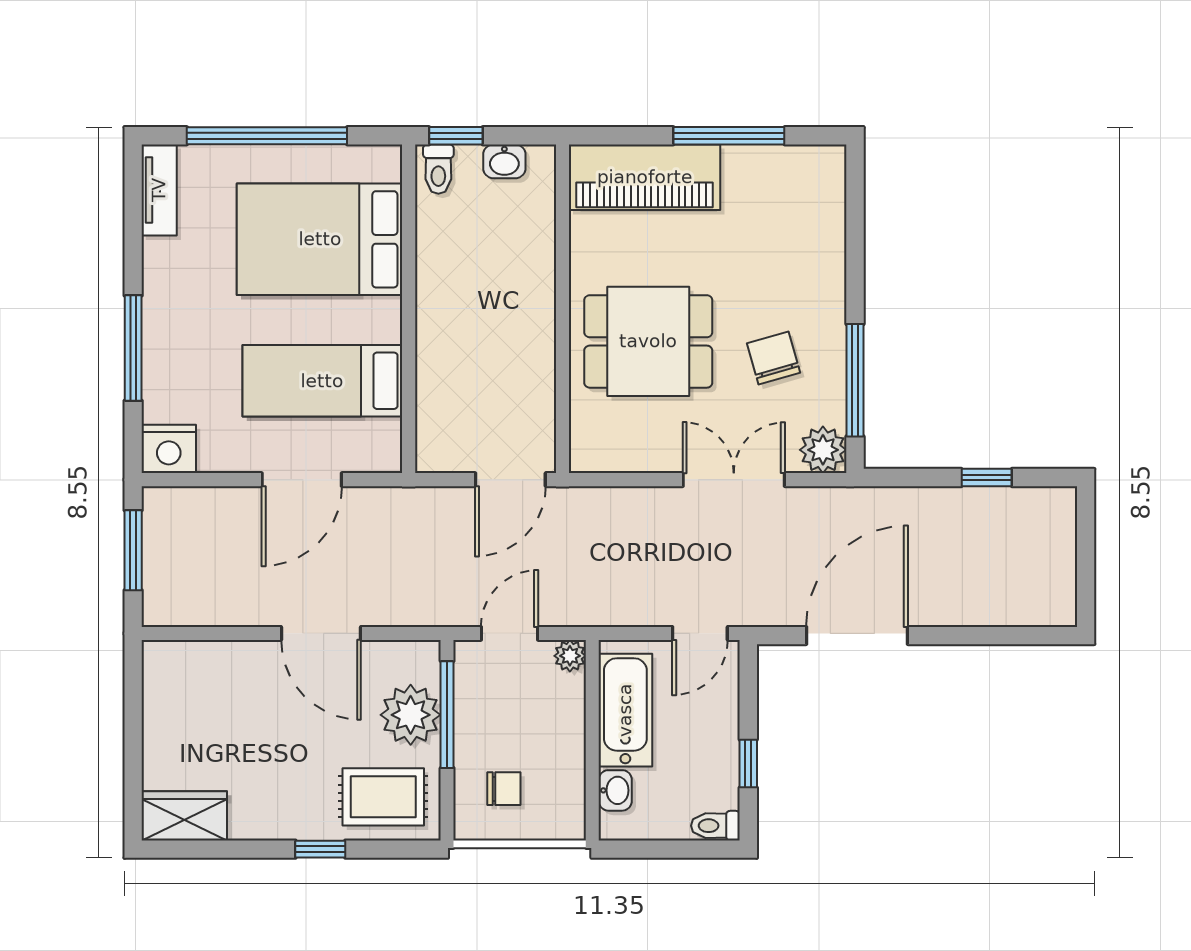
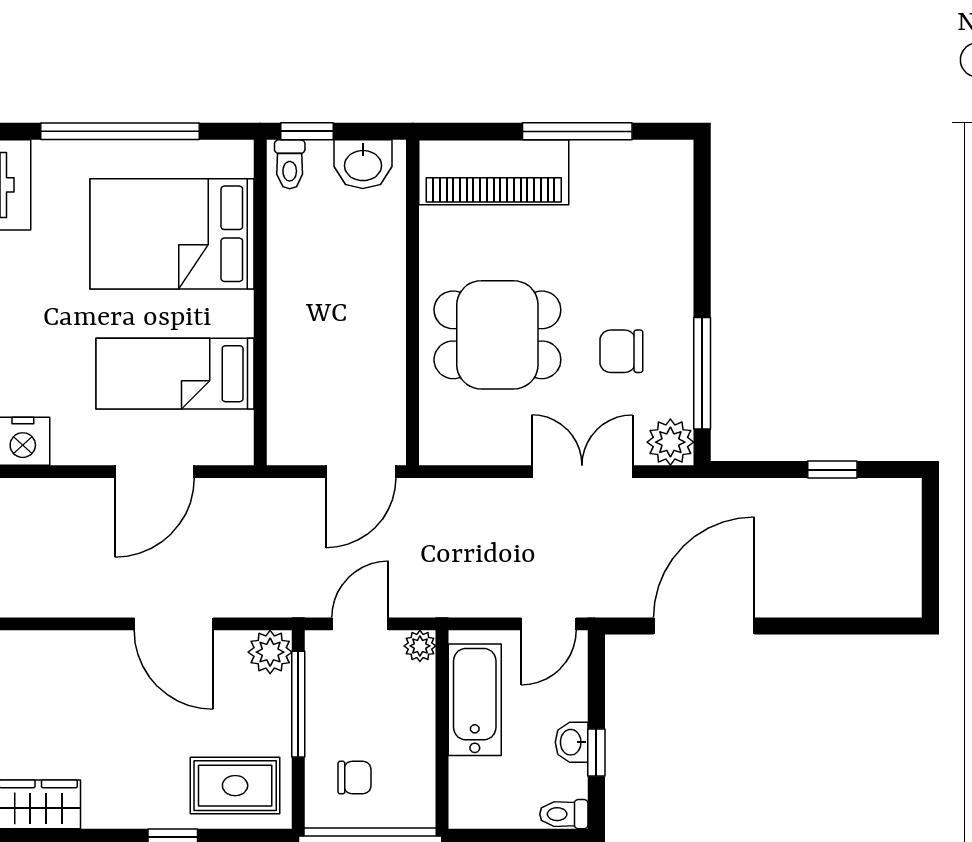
washbasin: (504, 161) -> (363, 164), width x1.38, depth x1.45
chair: (774, 358) -> (621, 351), turned -74
plant: (411, 715) -> (270, 652), moved, width x0.73, depth x0.73
washbasin: (615, 790) -> (572, 742), moved, turned 180

